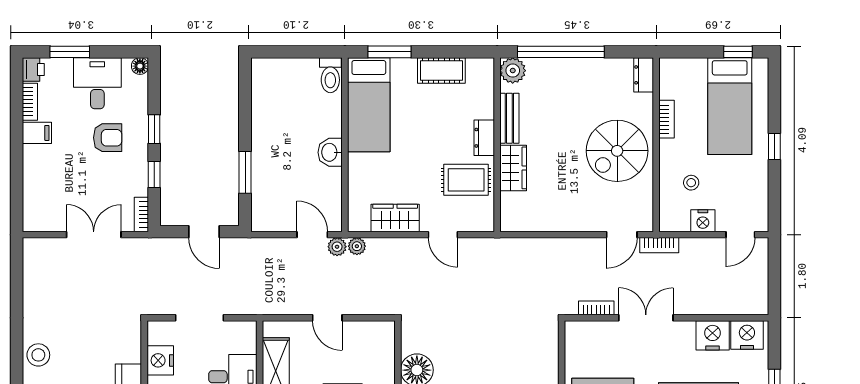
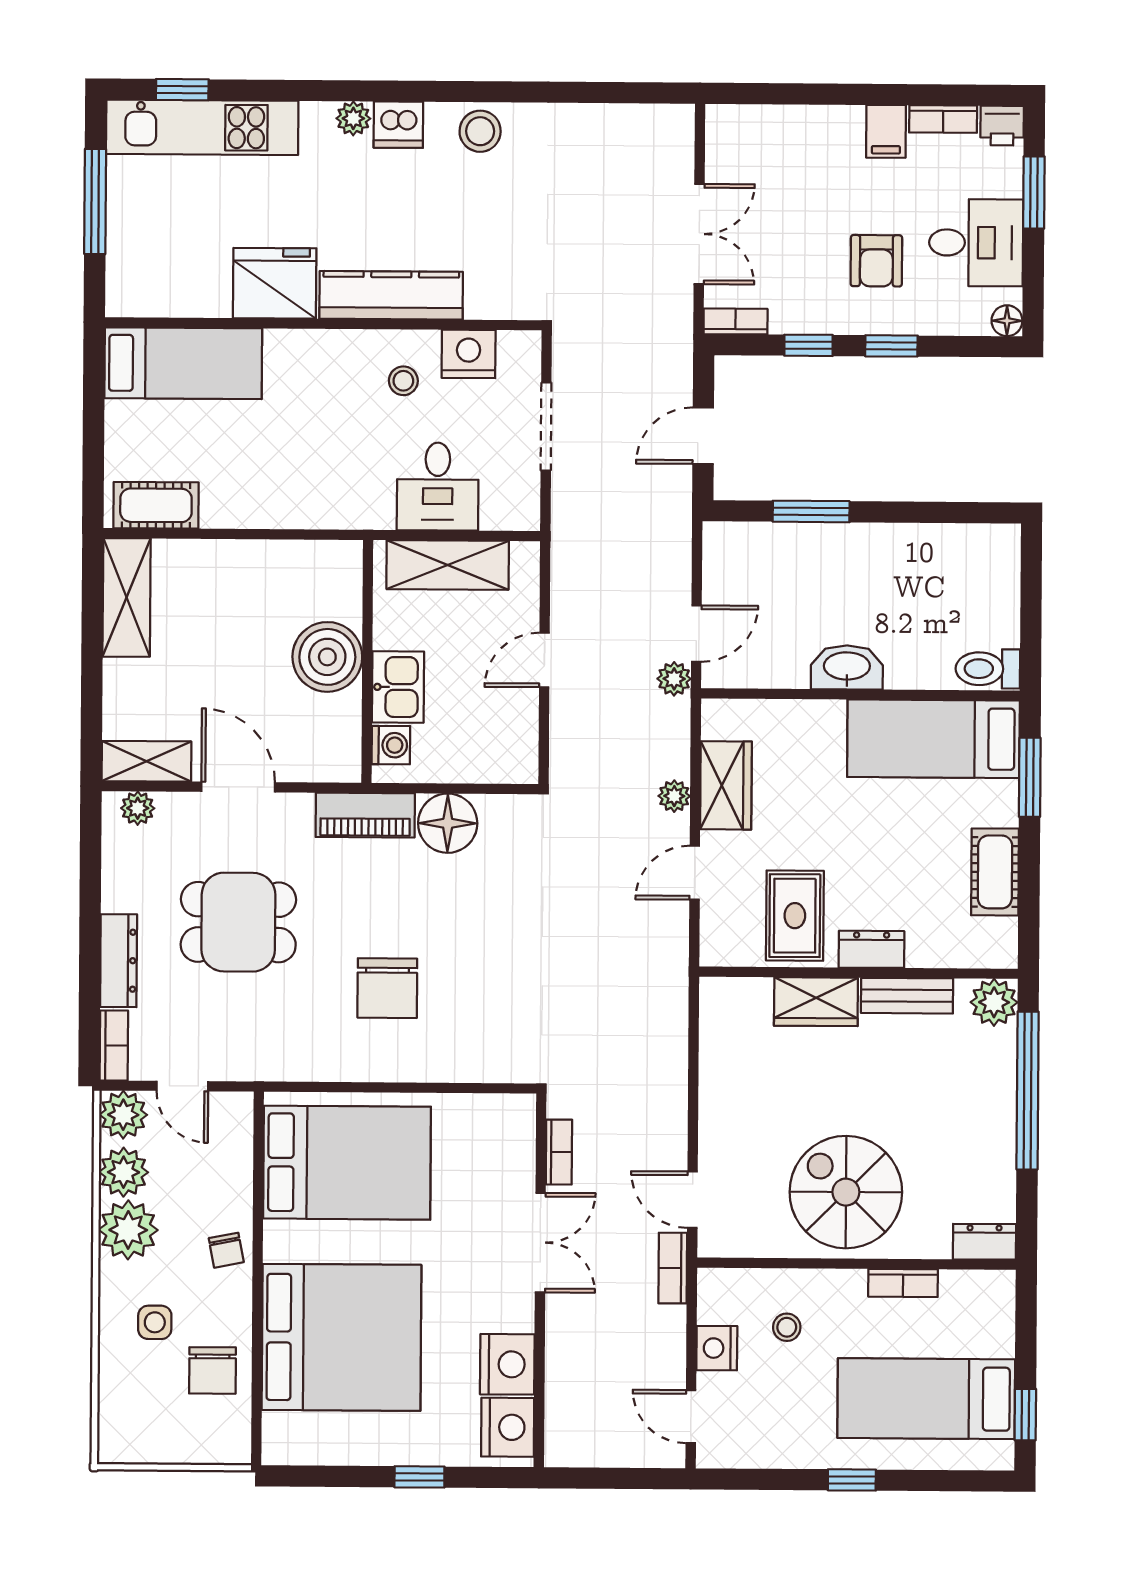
washbasin: (330, 152) -> (847, 667), width x1.38
plant: (357, 246) -> (674, 796), moved

